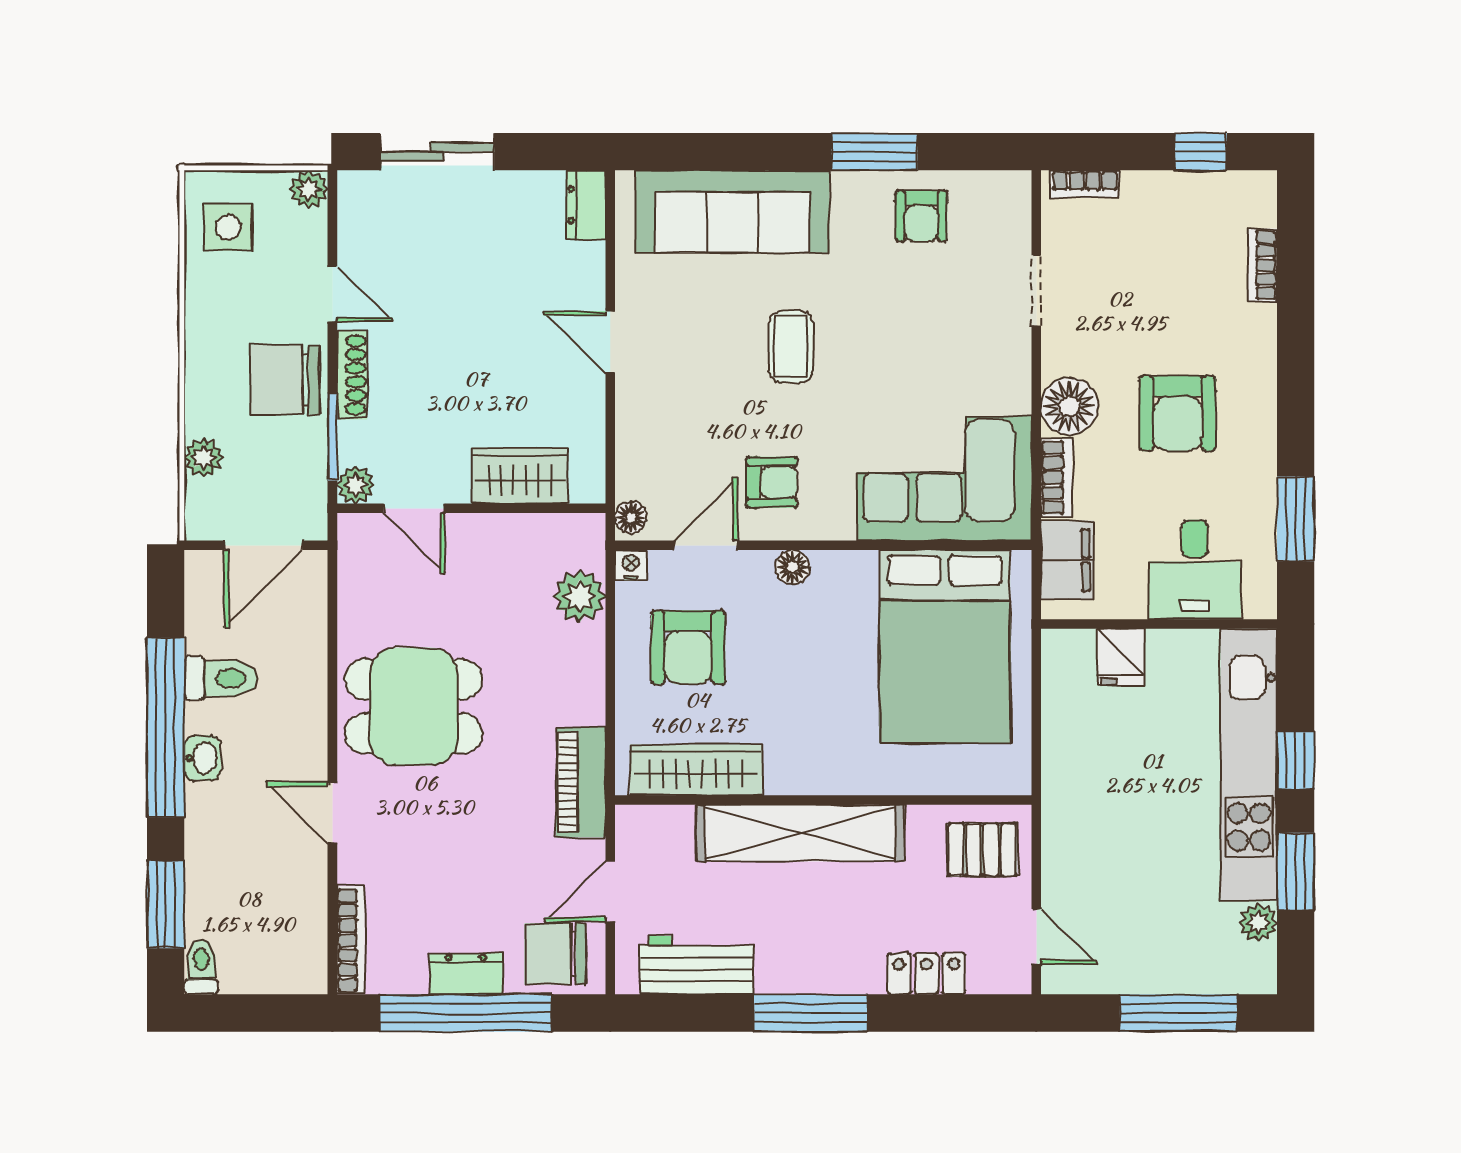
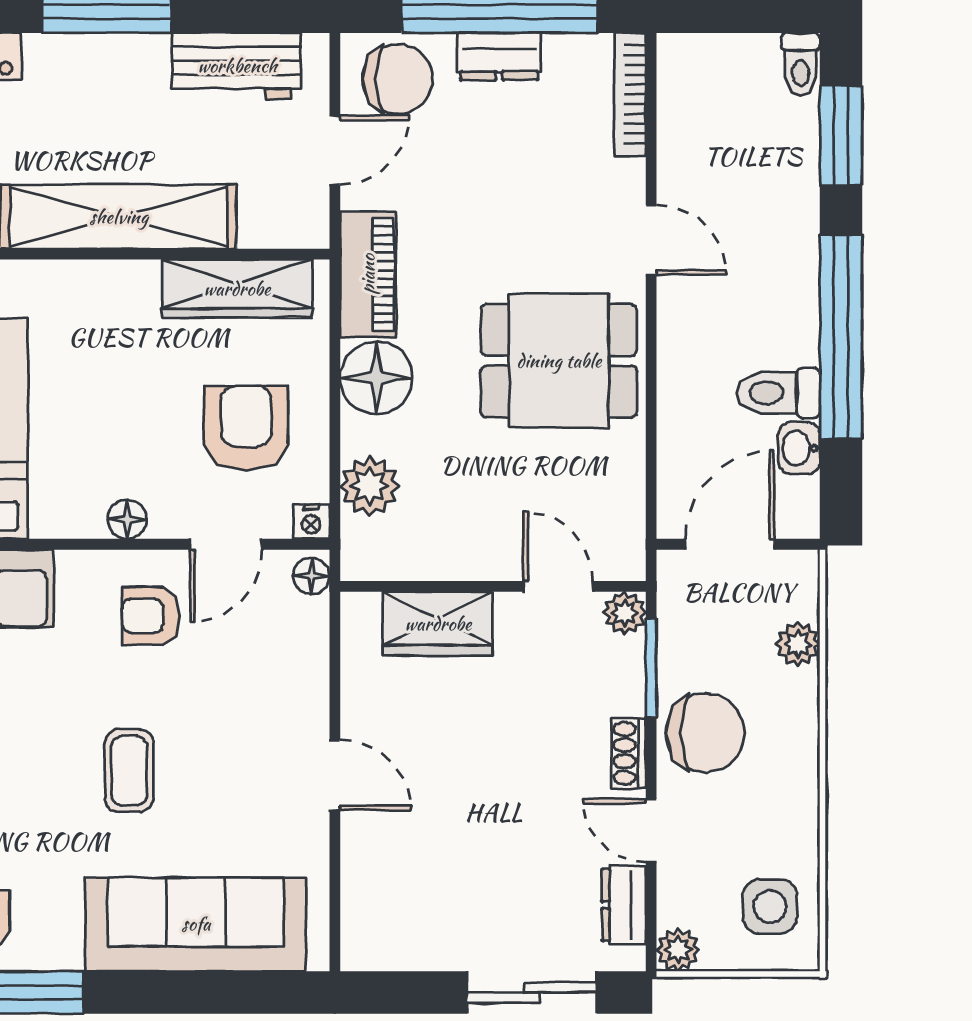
dresser: (586, 205) -> (624, 905), moved, turned 180
shoe rack: (352, 375) -> (629, 753), width x0.70
floor lamp: (574, 691) -> (376, 378), added
washbasin: (202, 758) -> (799, 448), moved

